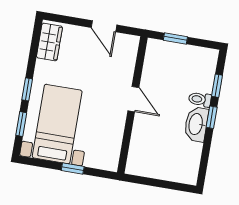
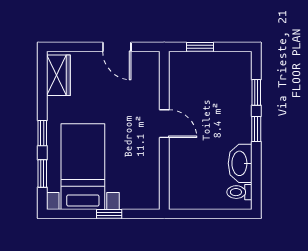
toilet: (200, 99) -> (239, 192), moved
washbasin: (196, 124) -> (240, 163), moved

